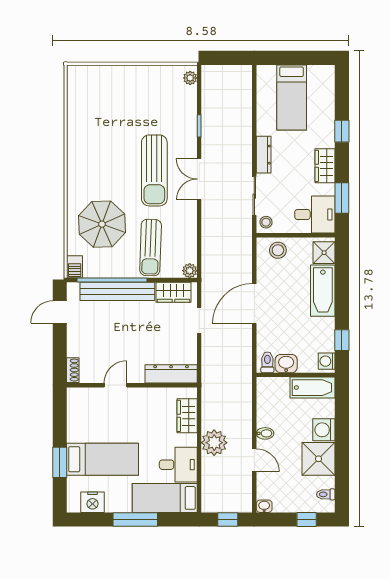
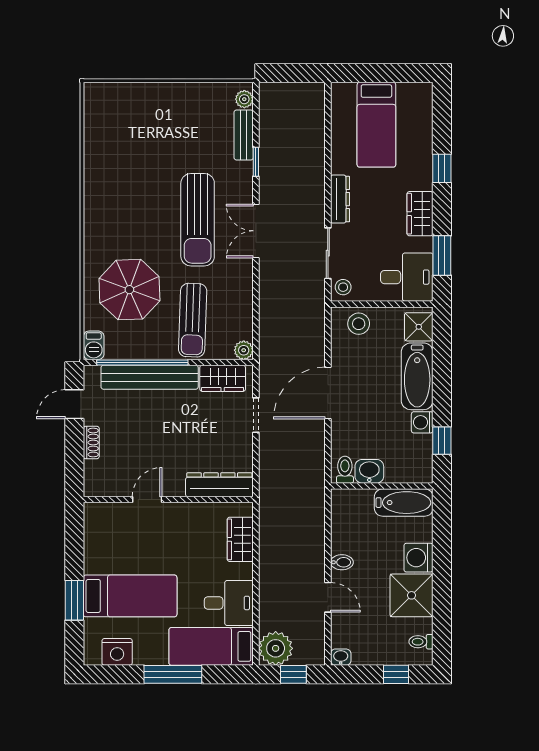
bench: (190, 105) -> (244, 135), added
washing machine: (327, 361) -> (422, 422), moved
shoe rack: (73, 370) -> (91, 442), moved
plant: (214, 443) -> (276, 648), moved

